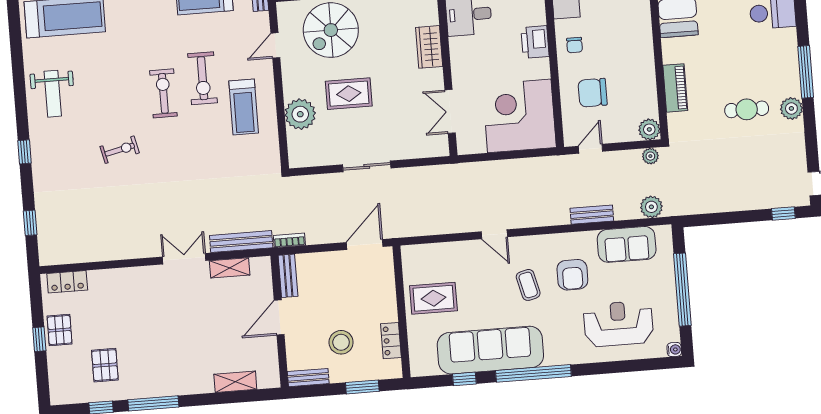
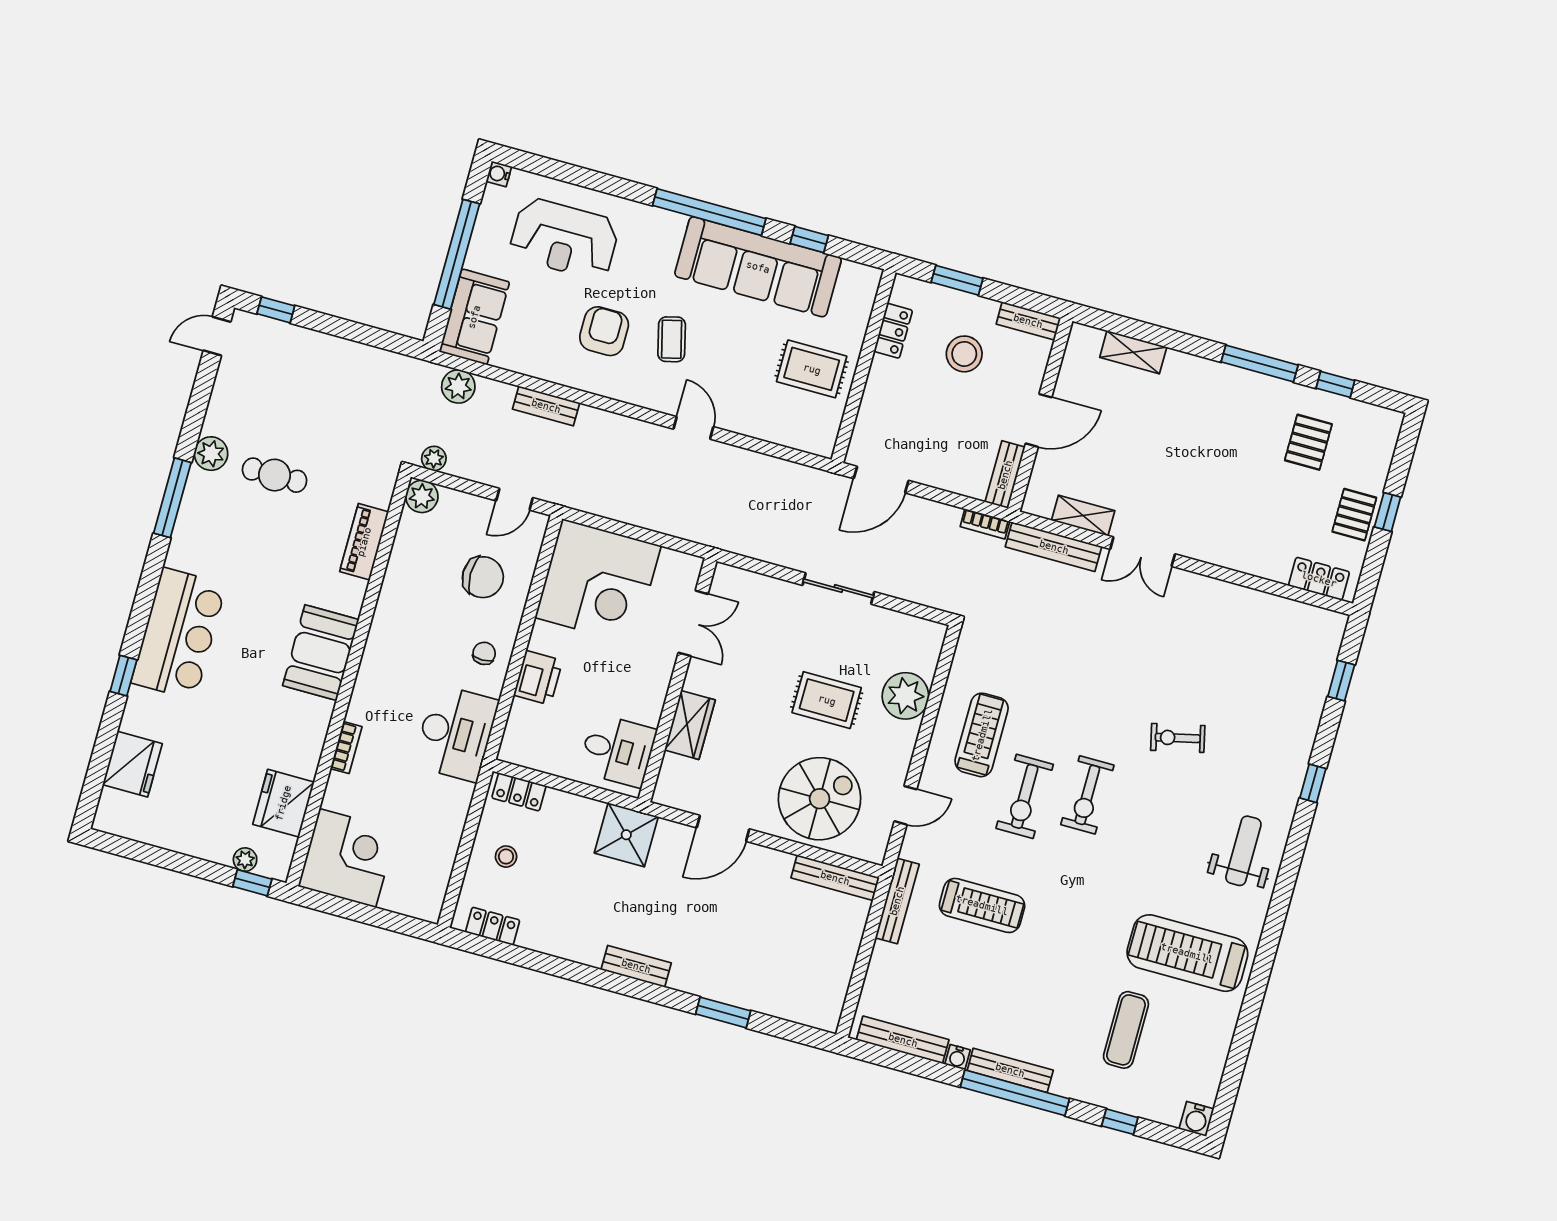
exercise bike: (203, 78) -> (1025, 796), turned 180
sofa: (627, 244) -> (474, 317), moved, turned 90

